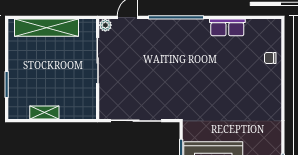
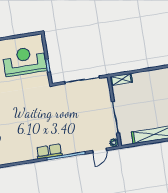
row of seats: (227, 27) -> (49, 151), moved
shelving: (44, 113) -> (122, 79), moved

